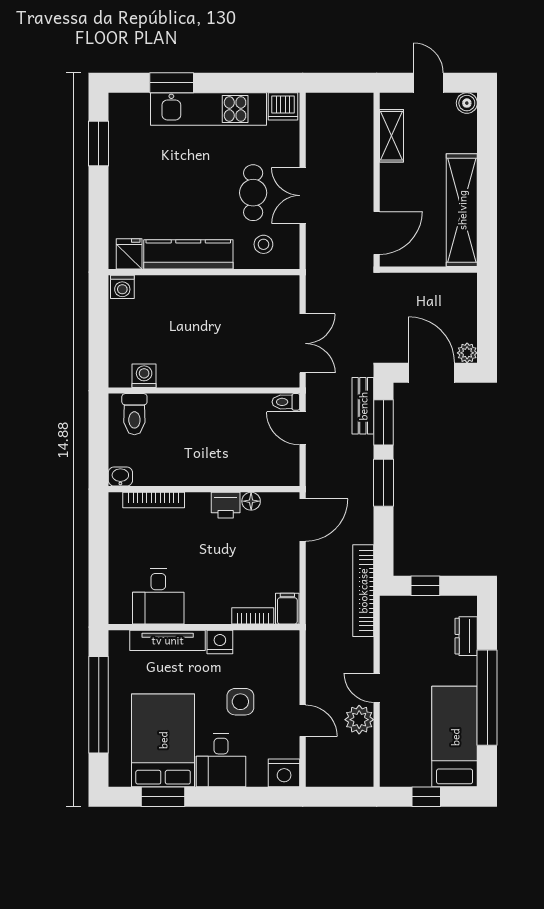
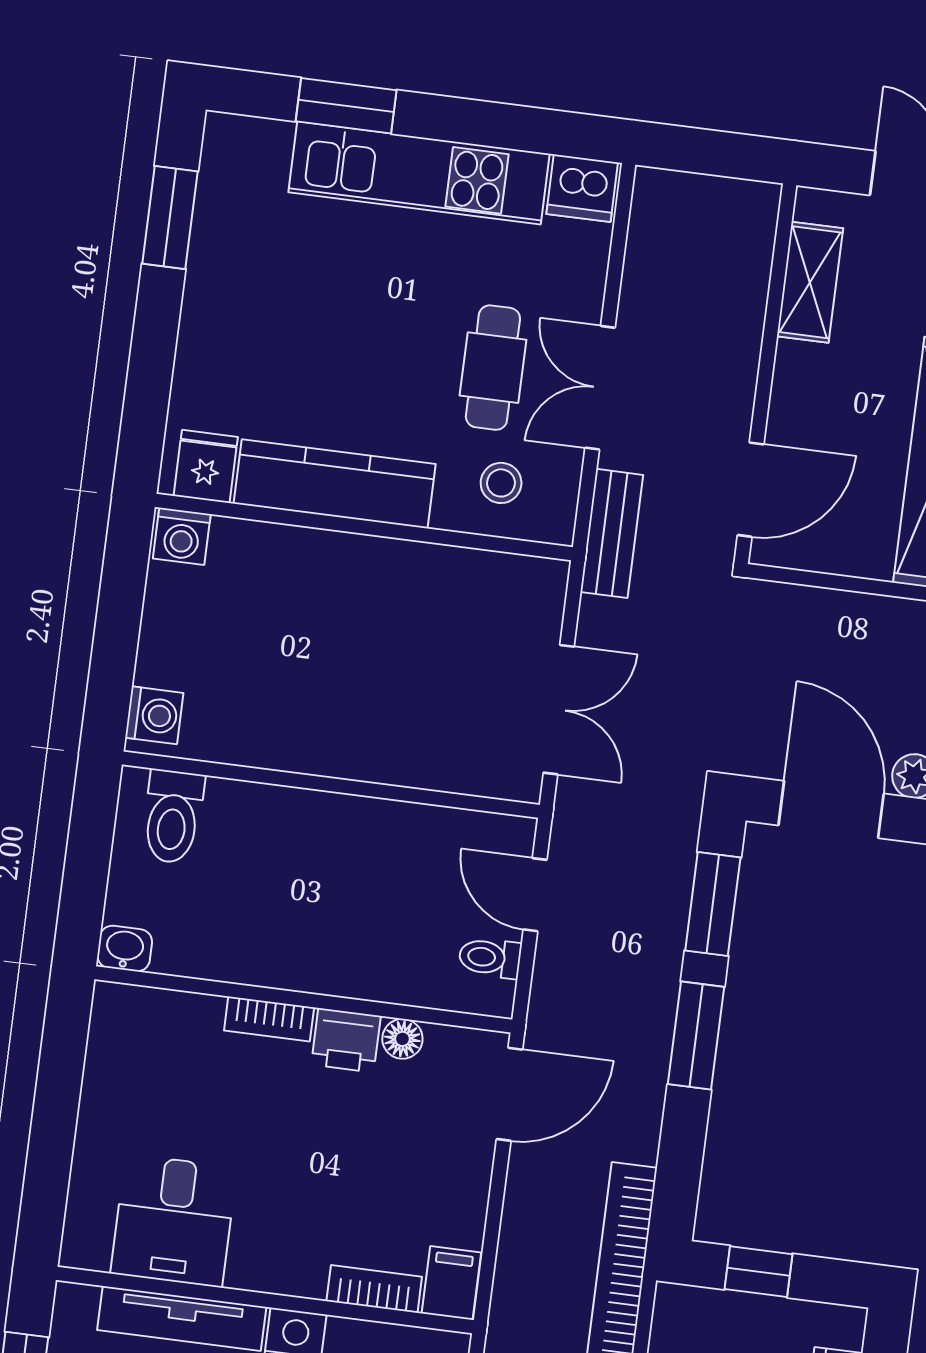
washing machine: (144, 376) -> (154, 715), moved, turned 90
toilet: (286, 402) -> (490, 958), moved
bench: (363, 406) -> (612, 533), moved
bookcase: (154, 500) -> (269, 1019), moved, width x0.64

